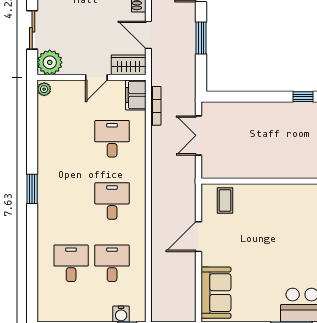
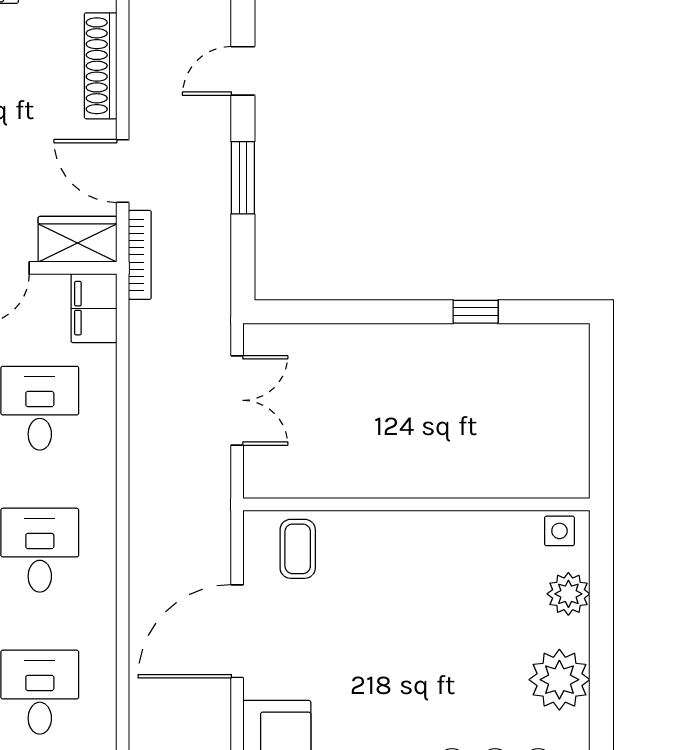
bookcase: (156, 106) -> (140, 255), moved
double door: (198, 135) -> (237, 400), swing flipped
door: (198, 237) -> (237, 631), width x1.36

